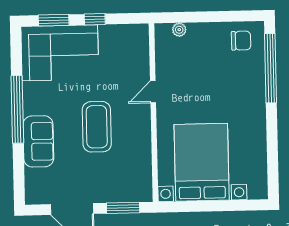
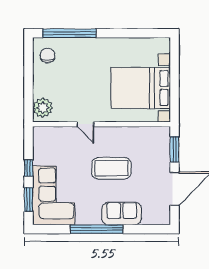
plant: (179, 30) -> (43, 108), width x1.87, depth x1.87

